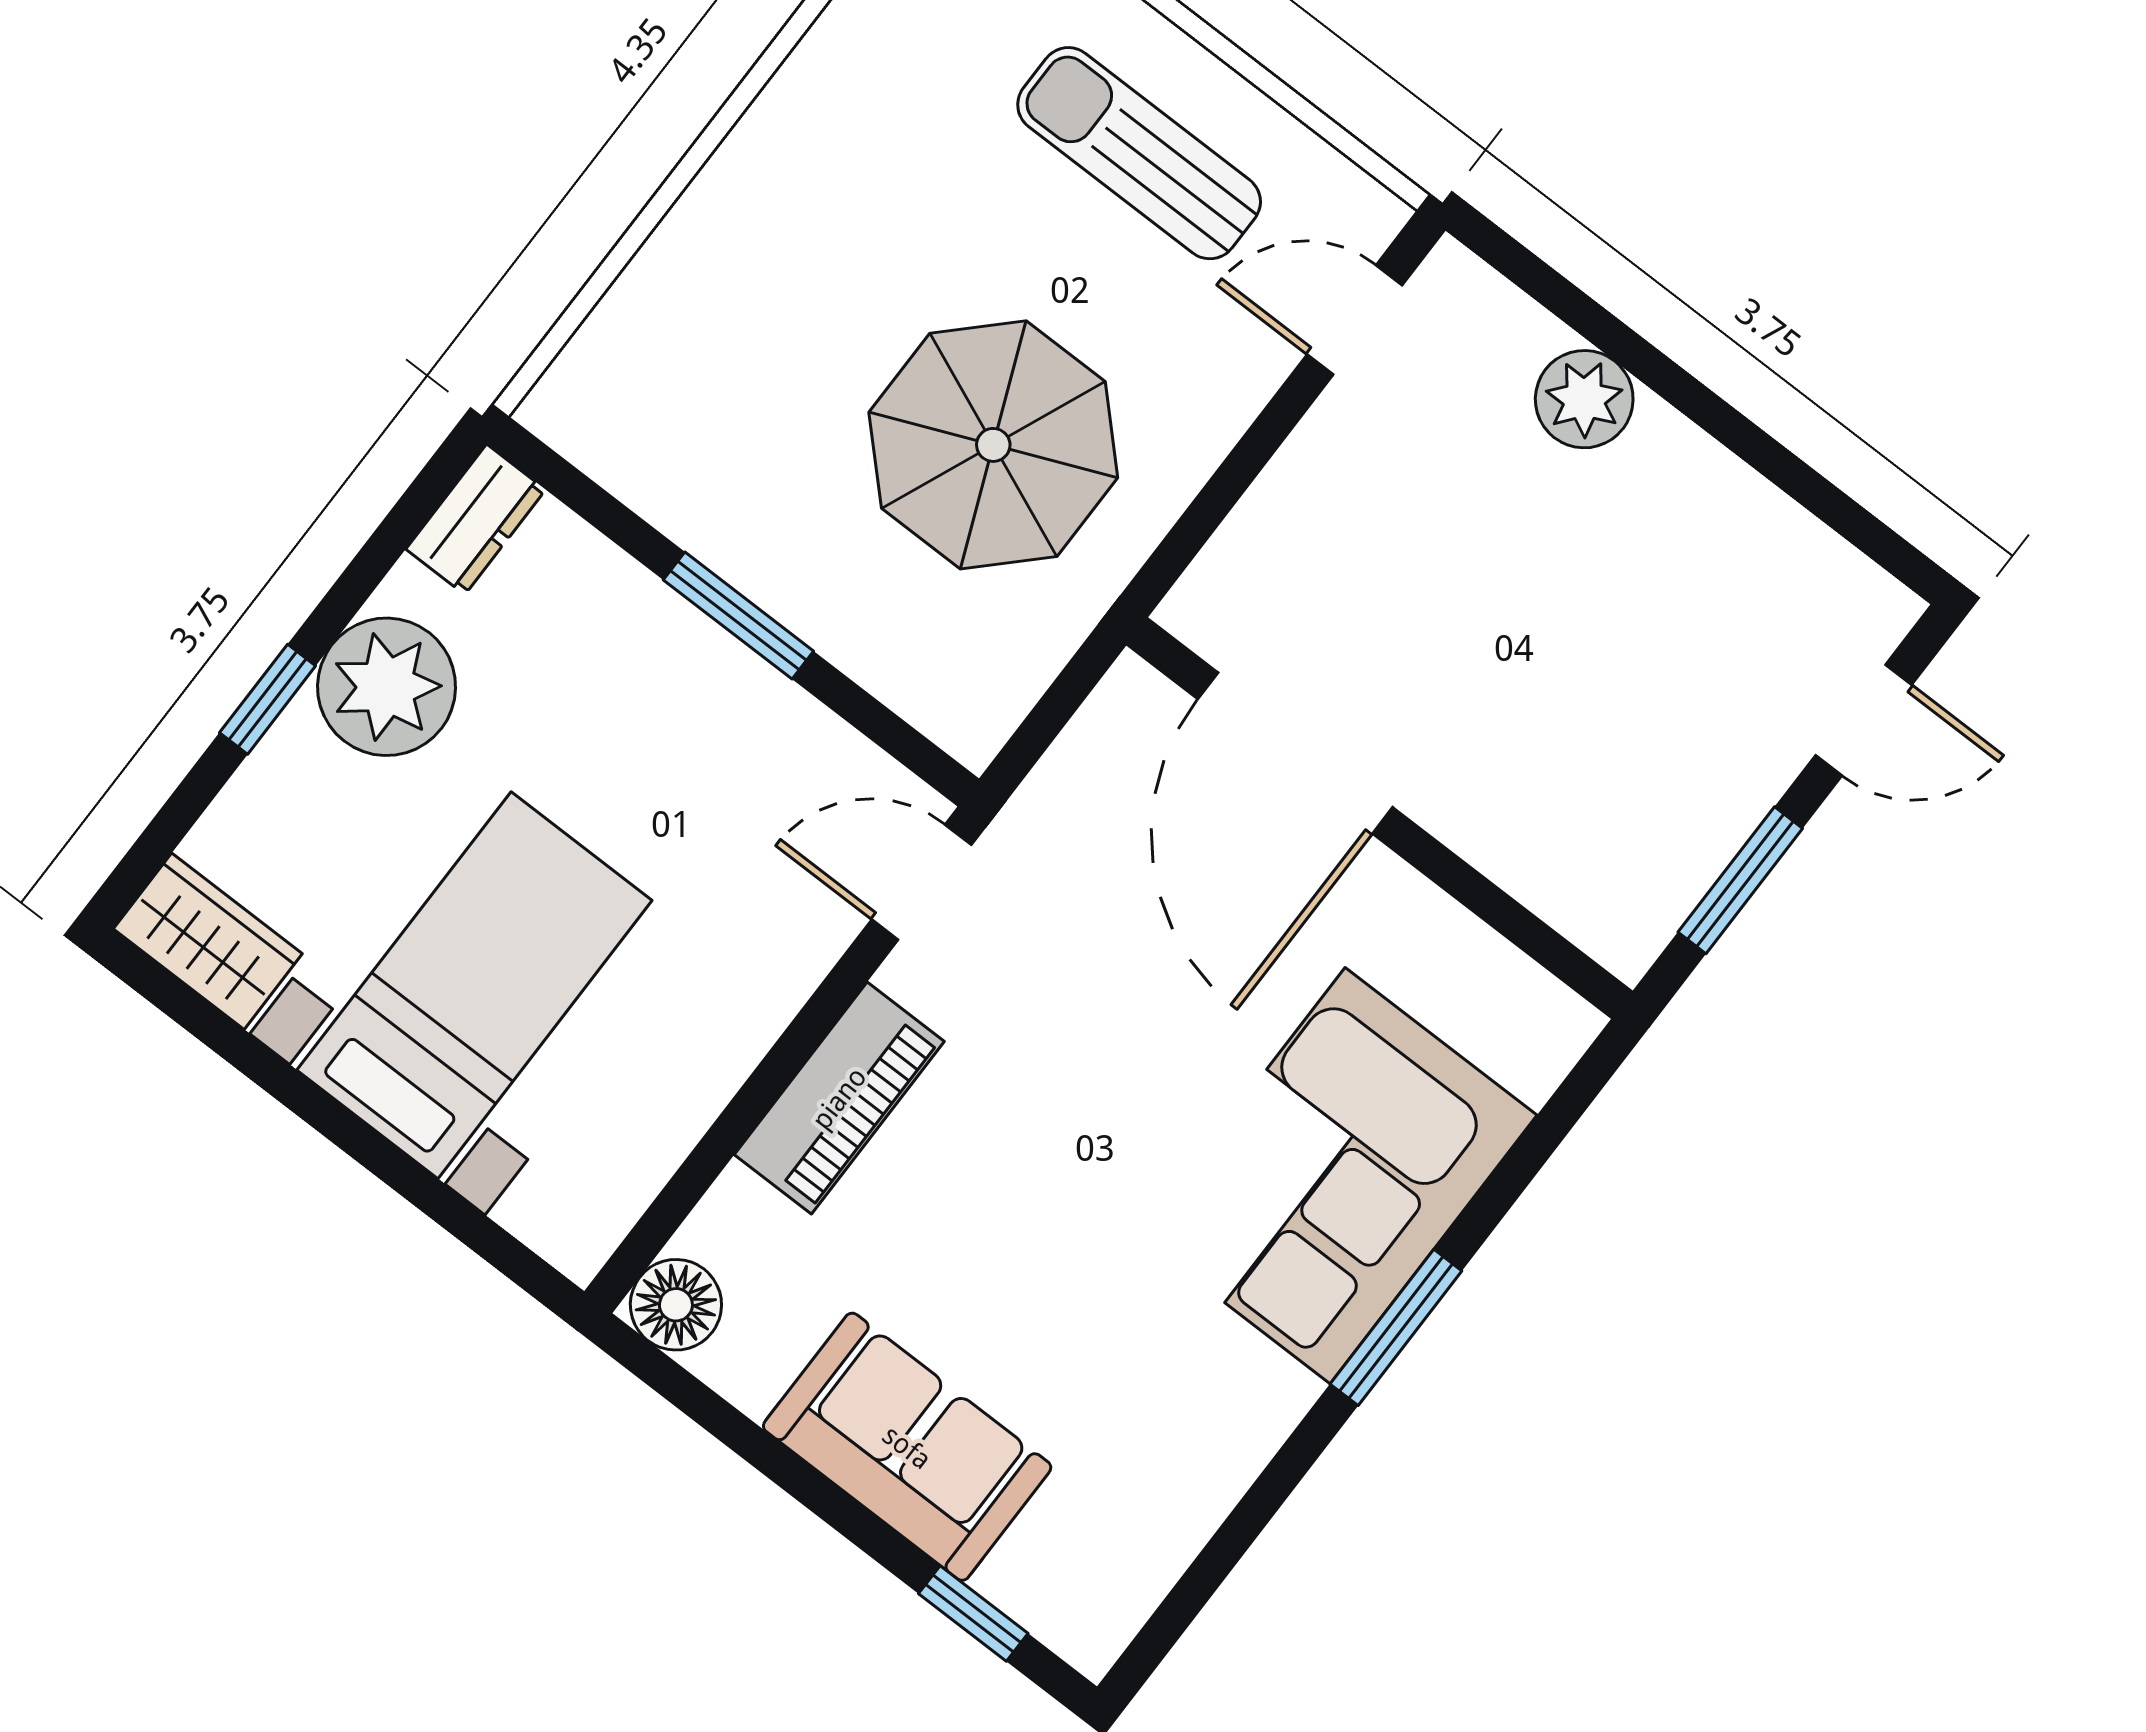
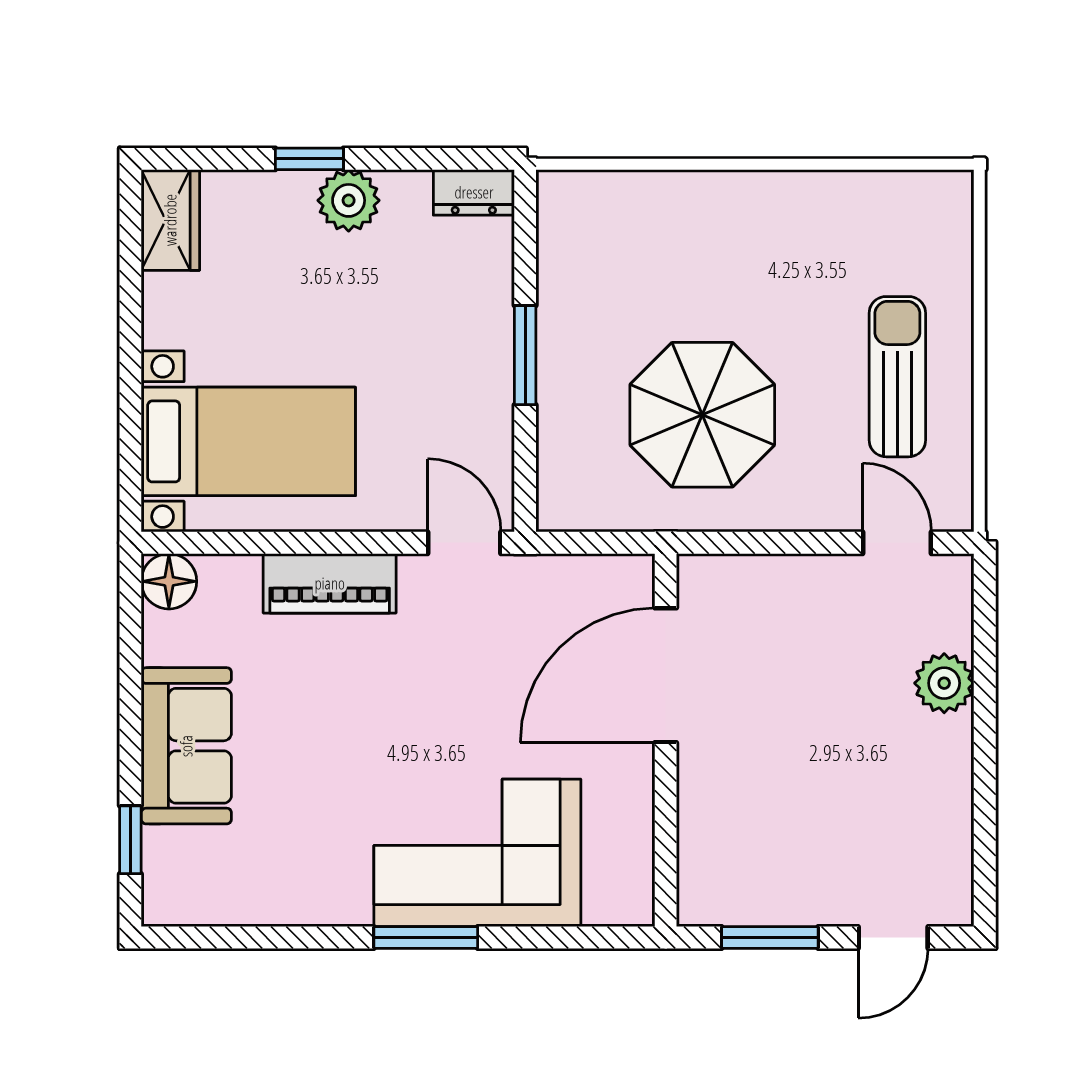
plant: (387, 687) -> (349, 200), width x0.73, depth x0.73
door: (1864, 720) -> (893, 937), hinge flipped
bed with nightstands: (474, 985) -> (248, 441), moved

